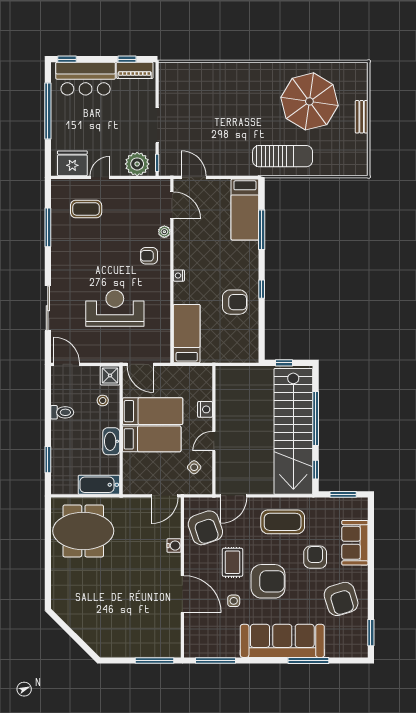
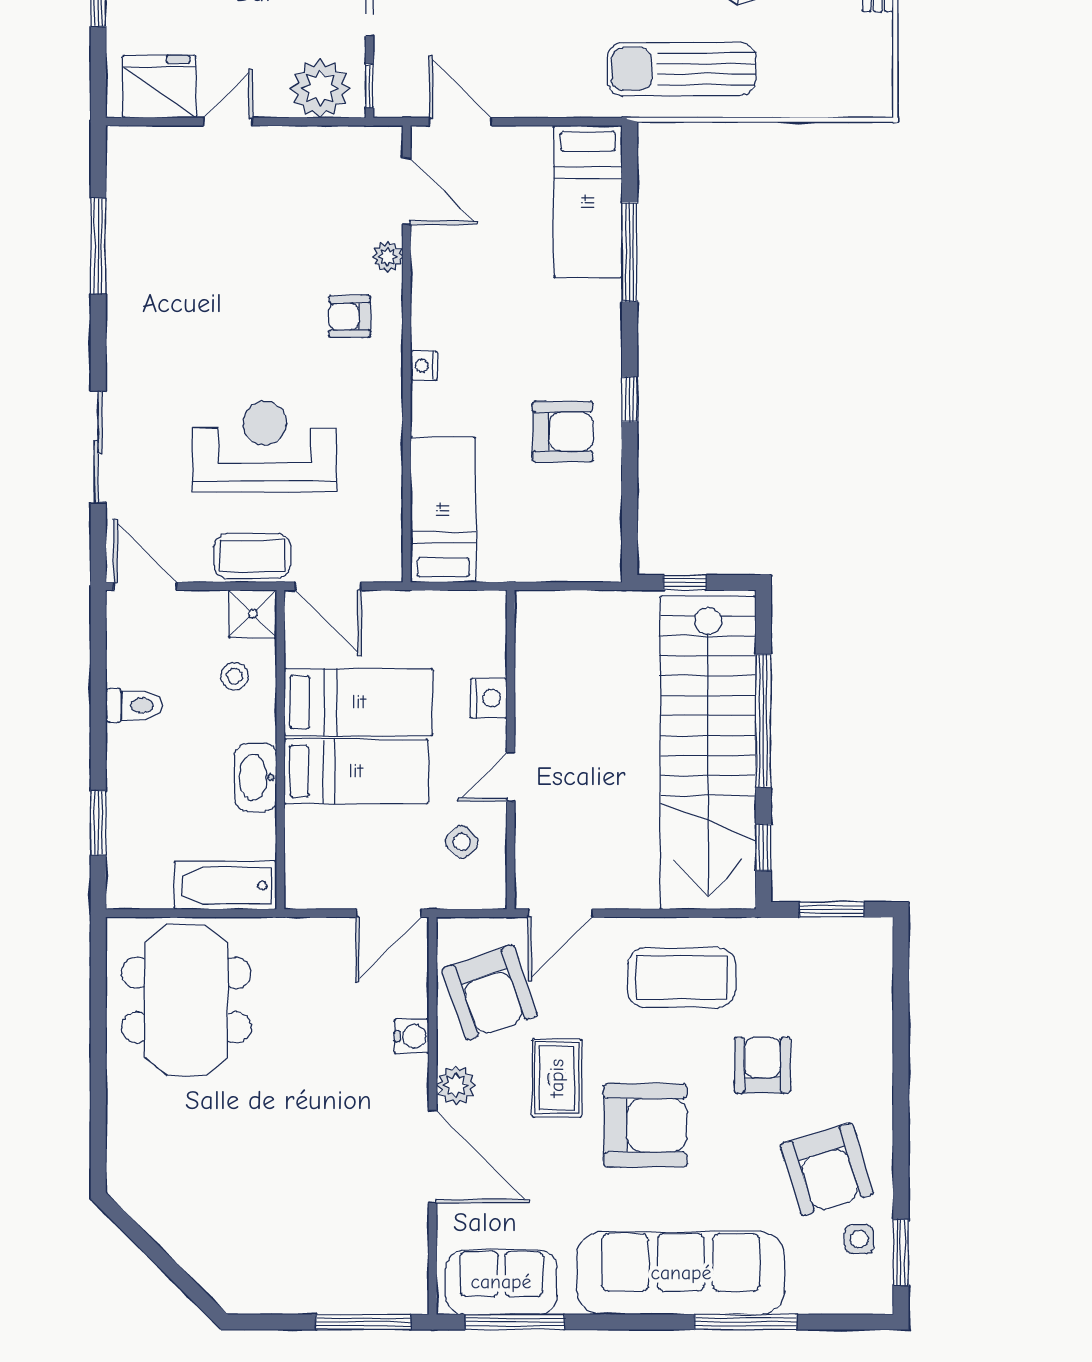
sun lounger: (283, 156) -> (681, 69), turned 180
coffee table: (86, 209) -> (252, 556), moved
meeting table: (83, 531) -> (186, 1000), turned 90
sofa: (355, 543) -> (501, 1282), moved, turned 90
plant: (192, 565) -> (456, 1085), added
side table: (234, 601) -> (859, 1239), moved

